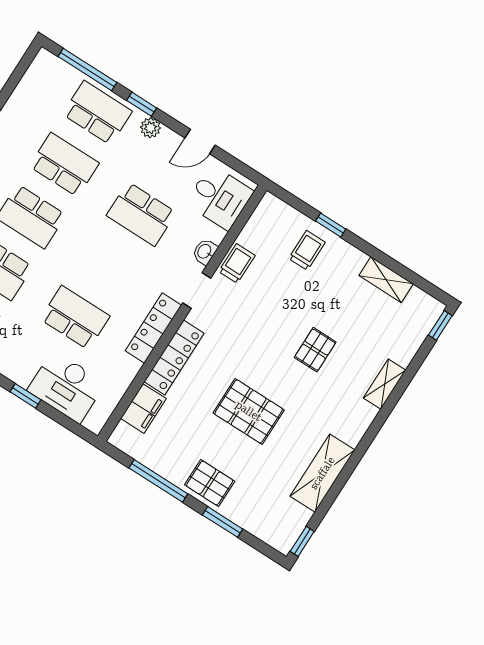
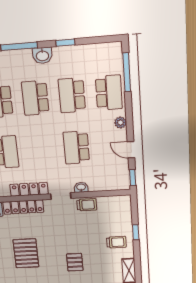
window: (142, 104) -> (133, 178), moved
school desk: (64, 165) -> (72, 95), turned 180
desk: (219, 197) -> (111, 177), removed
trolley: (307, 250) -> (116, 242), moved
pallet: (315, 350) -> (75, 262), turned 90

